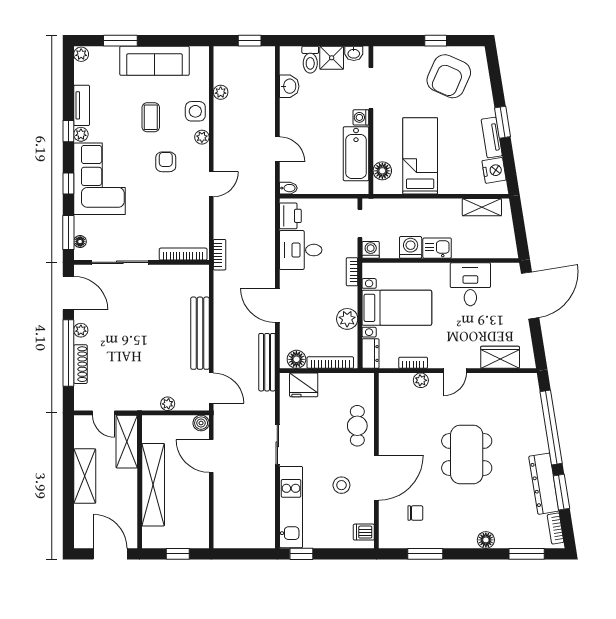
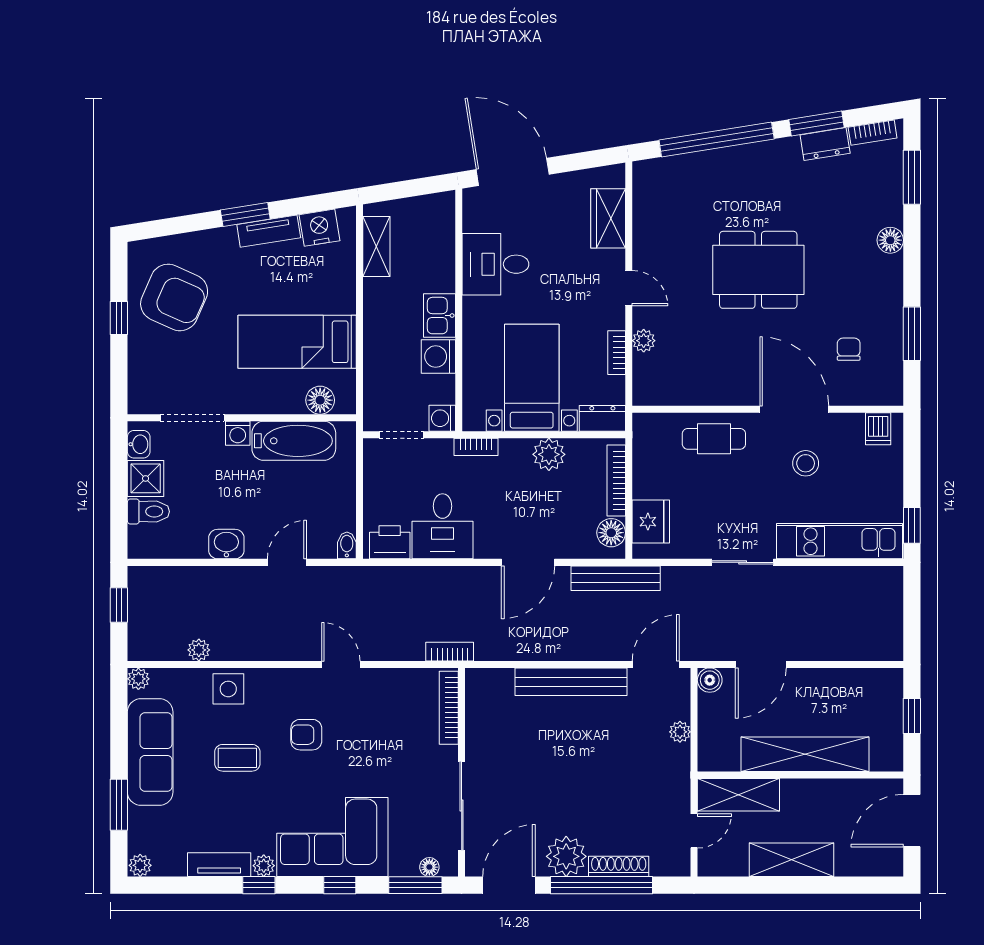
washbasin: (289, 86) -> (226, 544), moved
plant: (202, 137) -> (138, 679), moved
plant: (81, 330) -> (566, 856), width x1.88, depth x1.88
dresser: (544, 484) -> (825, 144), width x0.51, depth x0.80

